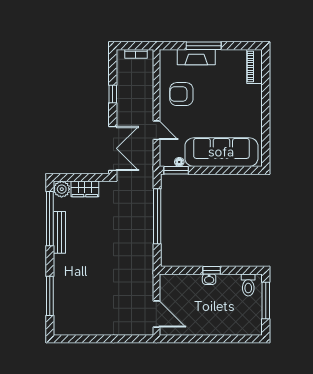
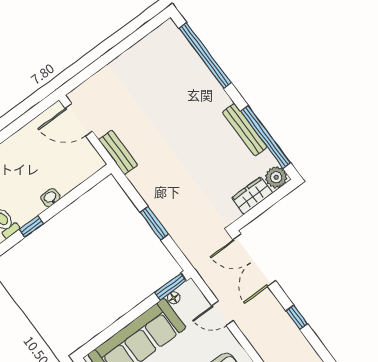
window: (157, 216) -> (154, 223), width x0.47
window: (212, 270) -> (31, 226), moved
bench: (147, 276) -> (118, 152), added
window: (50, 296) -> (205, 56), width x1.46

